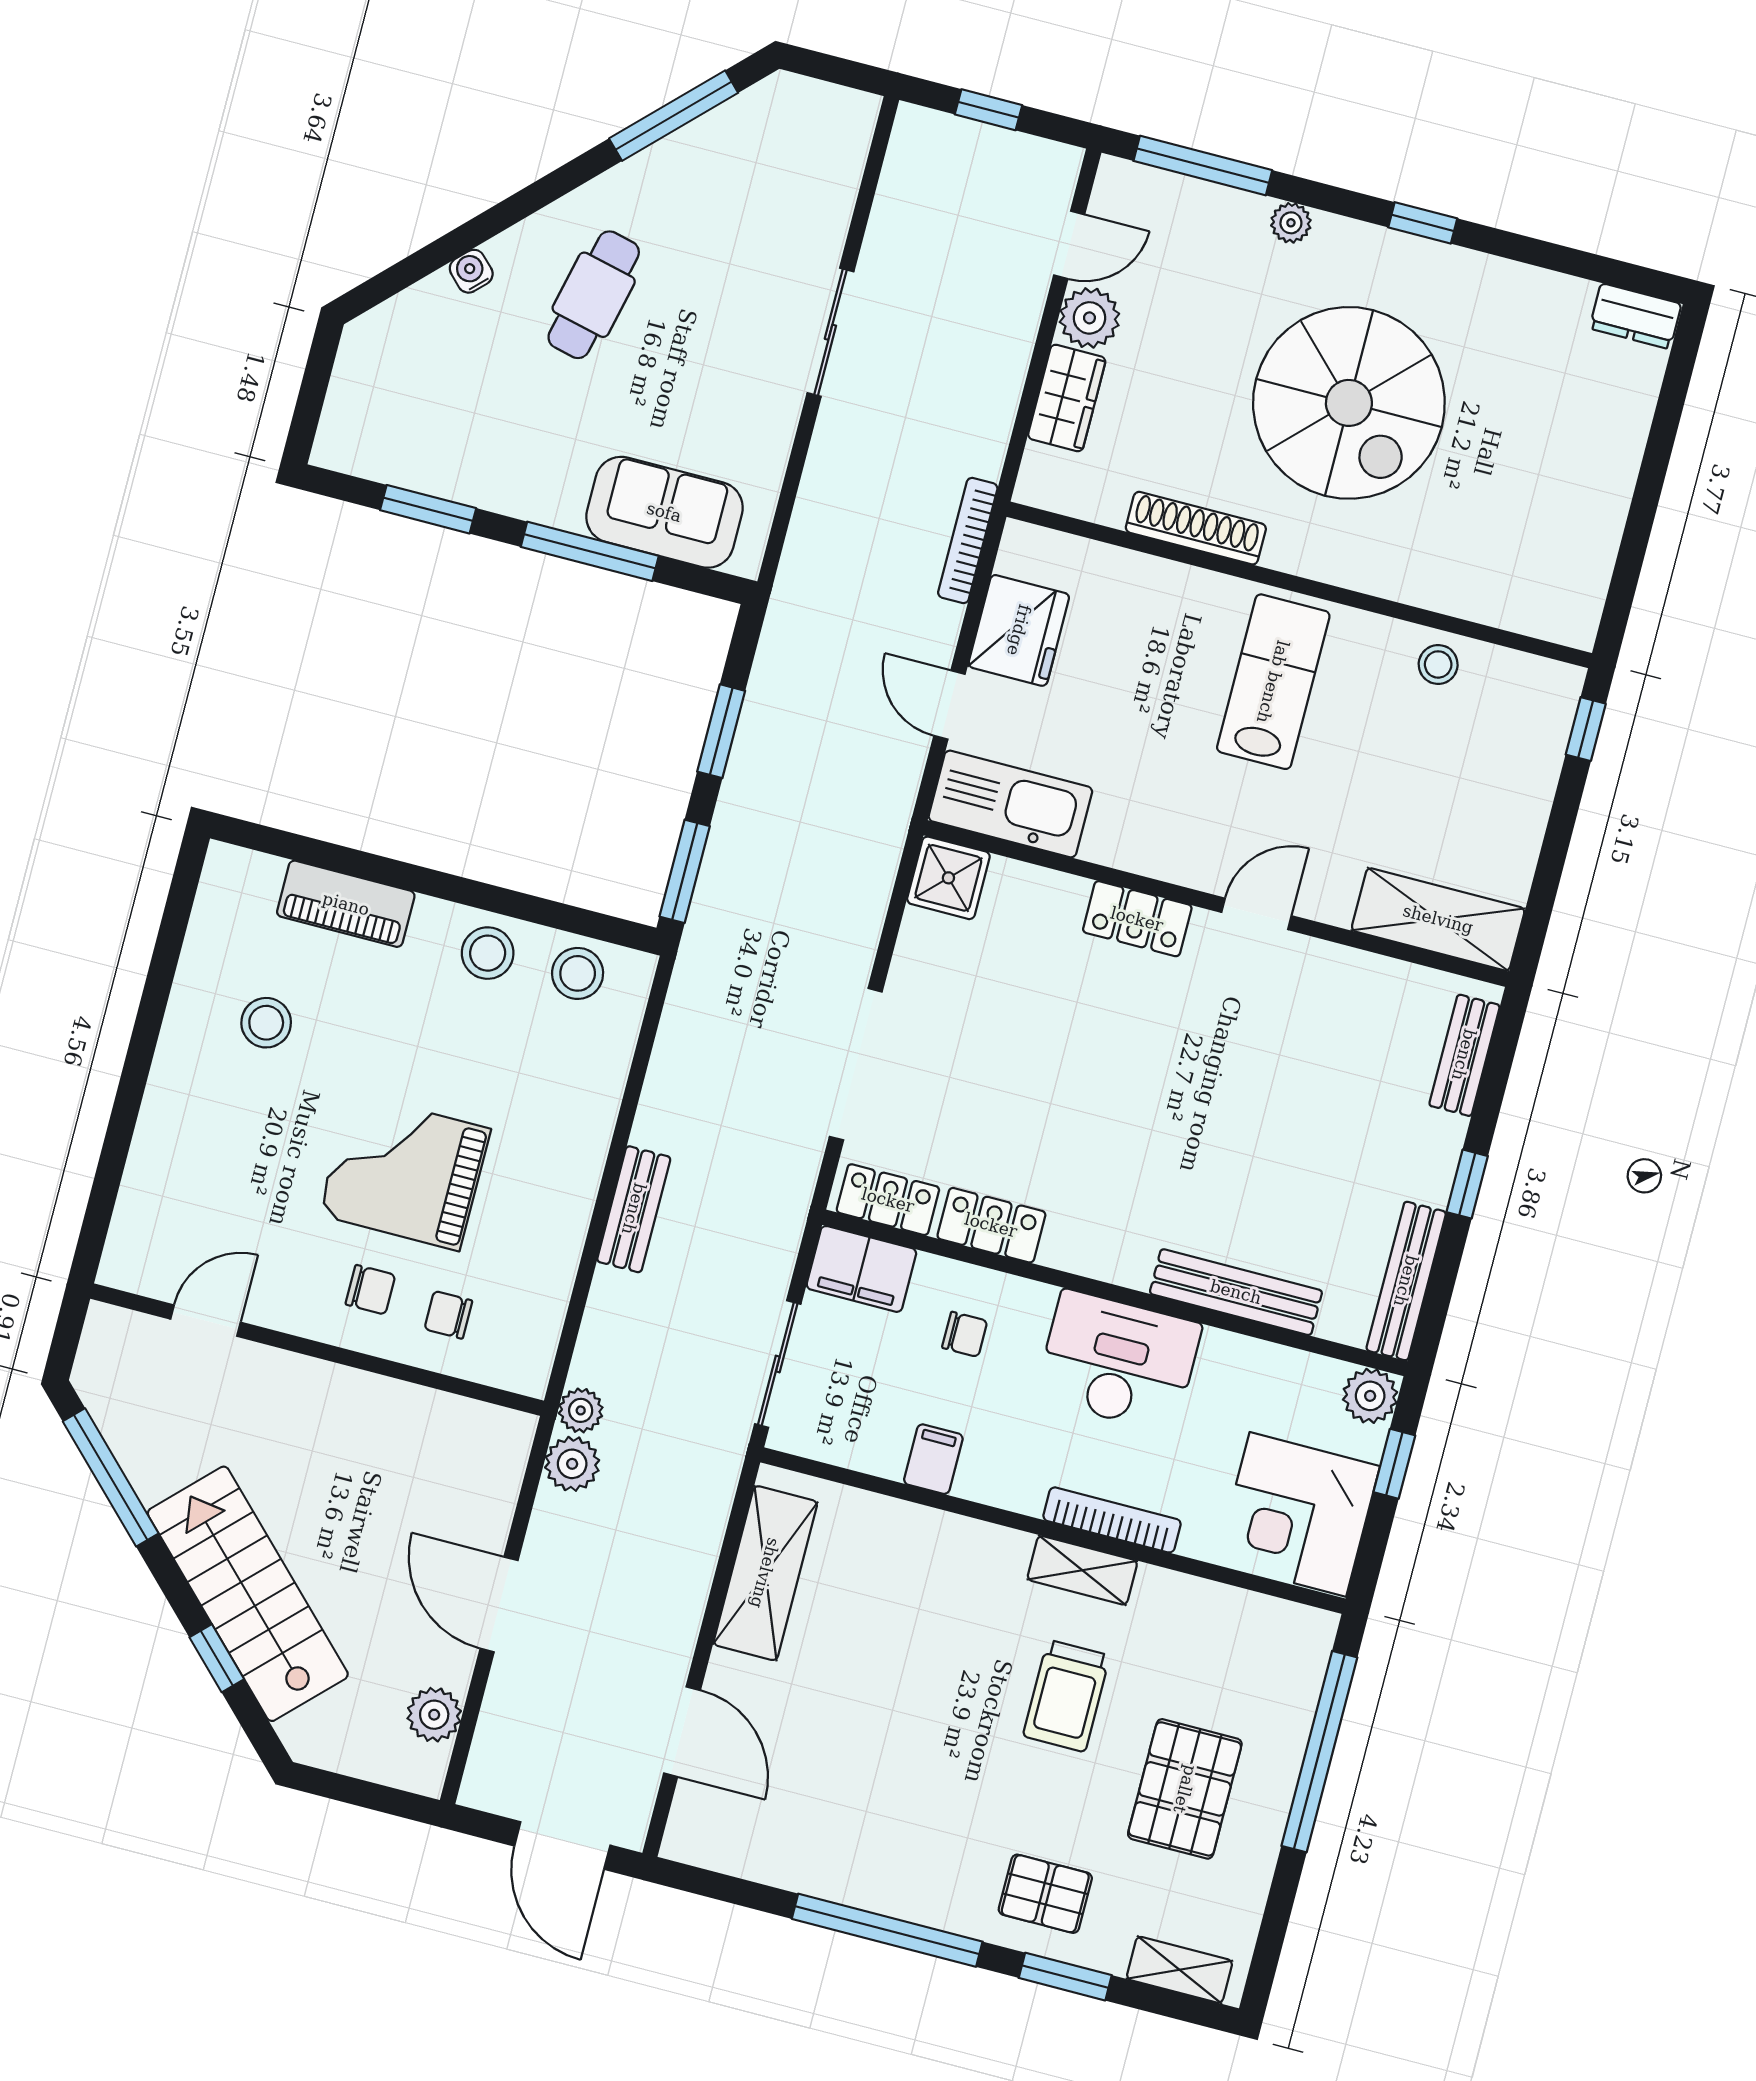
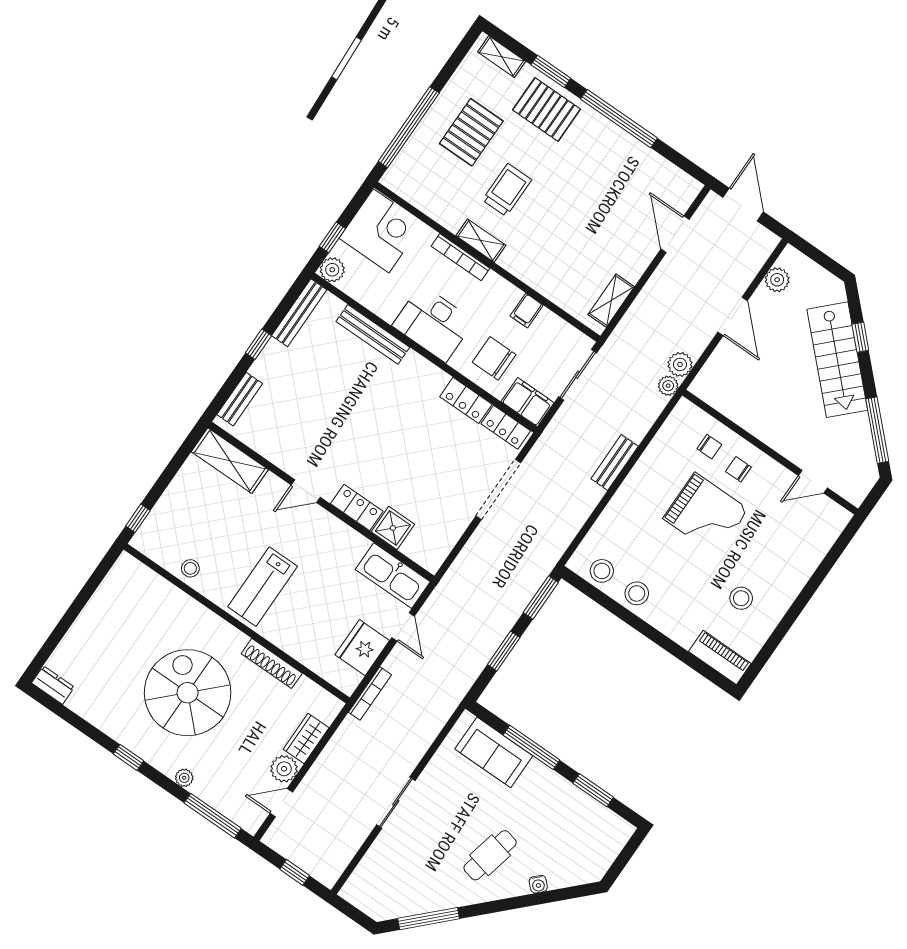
shower: (948, 878) -> (393, 528), moved
piano: (346, 904) -> (720, 658), moved
chair: (965, 1334) -> (494, 358), width x1.87, depth x1.87
shelving: (765, 1573) -> (611, 301), width x0.67, depth x0.75
pallet: (1045, 1894) -> (547, 110), width x1.50, depth x1.42

